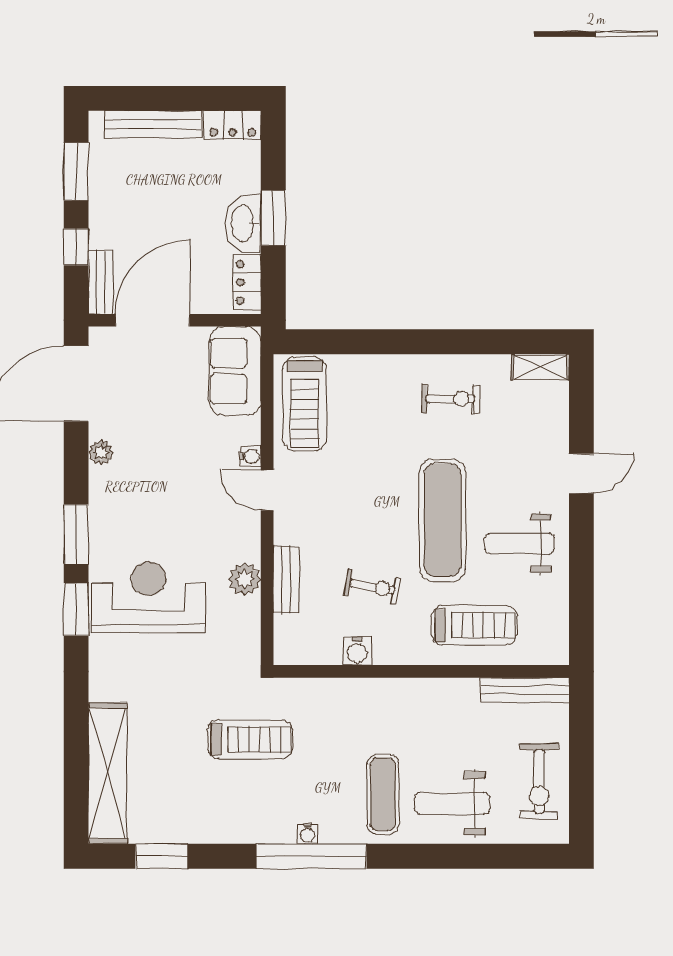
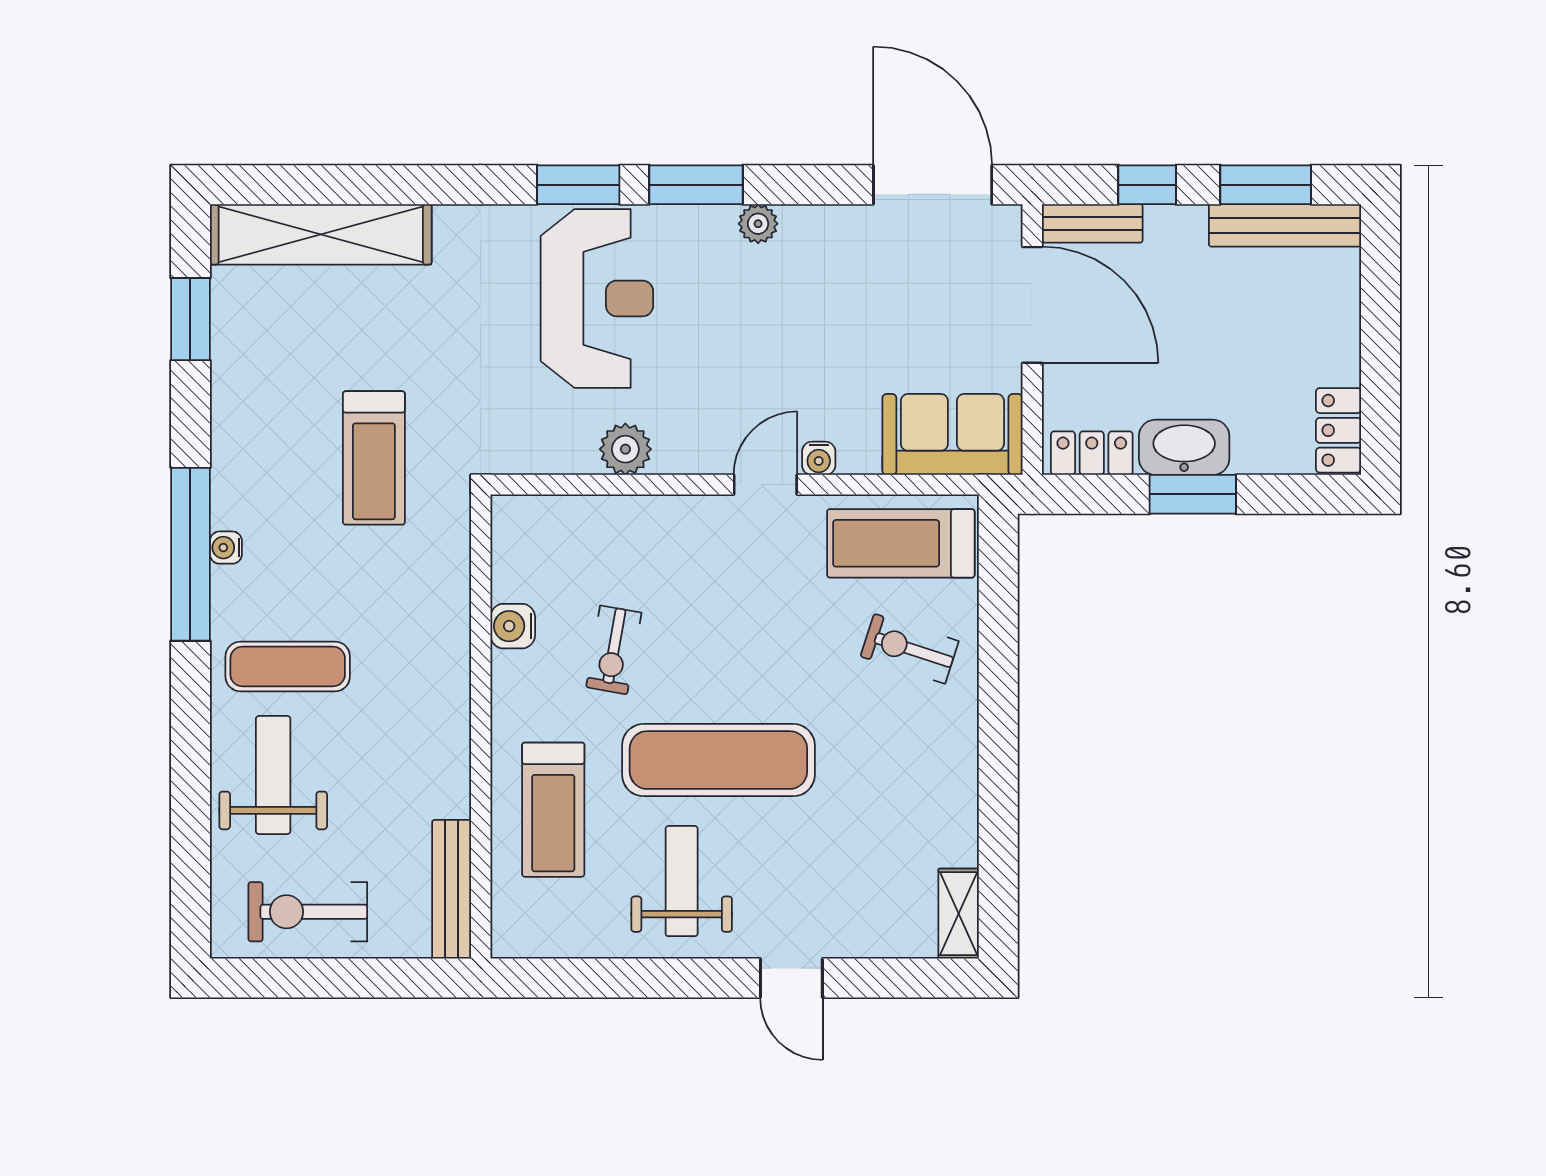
bench: (153, 124) -> (1285, 225), moved, turned 90
exercise bike: (450, 399) -> (910, 649), moved, turned 108
plant: (101, 452) -> (758, 224), moved
bench: (286, 580) -> (625, 514), removed

